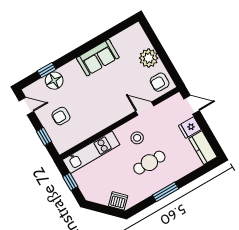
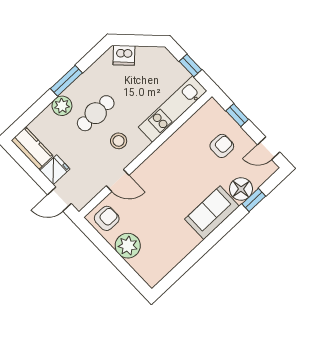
sofa: (98, 58) -> (212, 213), moved
plant: (173, 174) -> (62, 106), added

